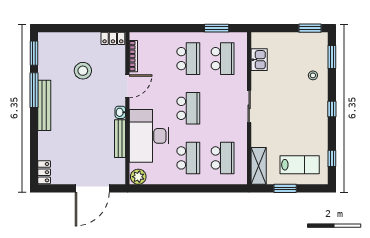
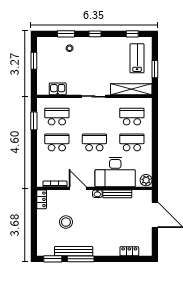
window: (310, 28) -> (34, 61), moved
window: (332, 57) -> (66, 34), moved
bench: (44, 105) -> (74, 251), moved
shelving: (259, 166) -> (131, 89), width x1.47
locker: (44, 172) -> (129, 251), moved

